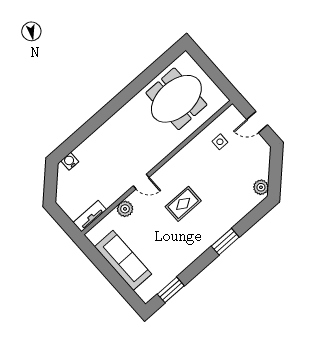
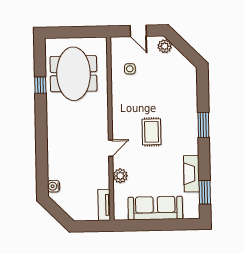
window: (144, 79) -> (40, 85), added
door: (257, 122) -> (138, 31), hinge flipped
plant: (261, 187) -> (165, 46), moved
fireplace: (177, 266) -> (191, 174), added

